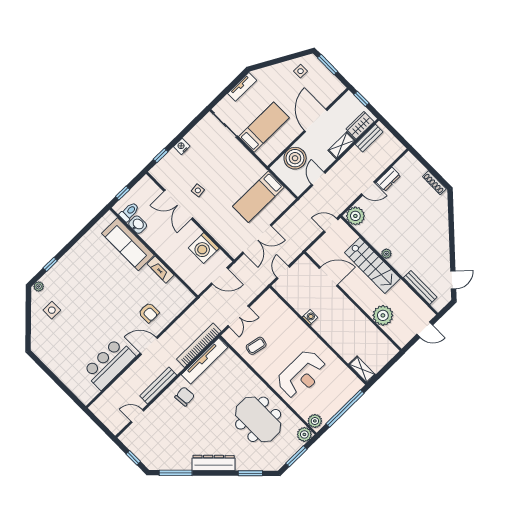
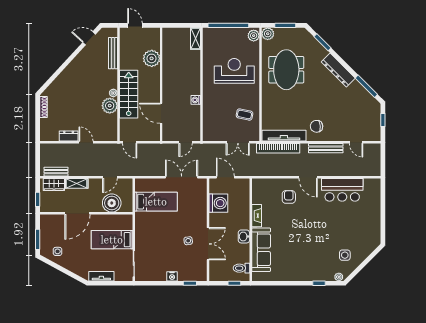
plant: (355, 216) -> (110, 106), moved
washbasin: (138, 225) -> (244, 236), moved
double door: (238, 316) -> (238, 142), swing flipped

